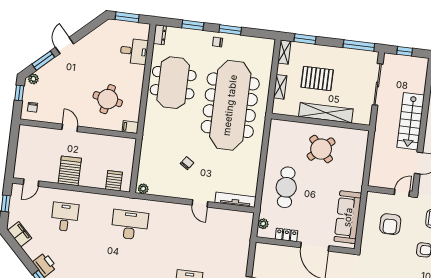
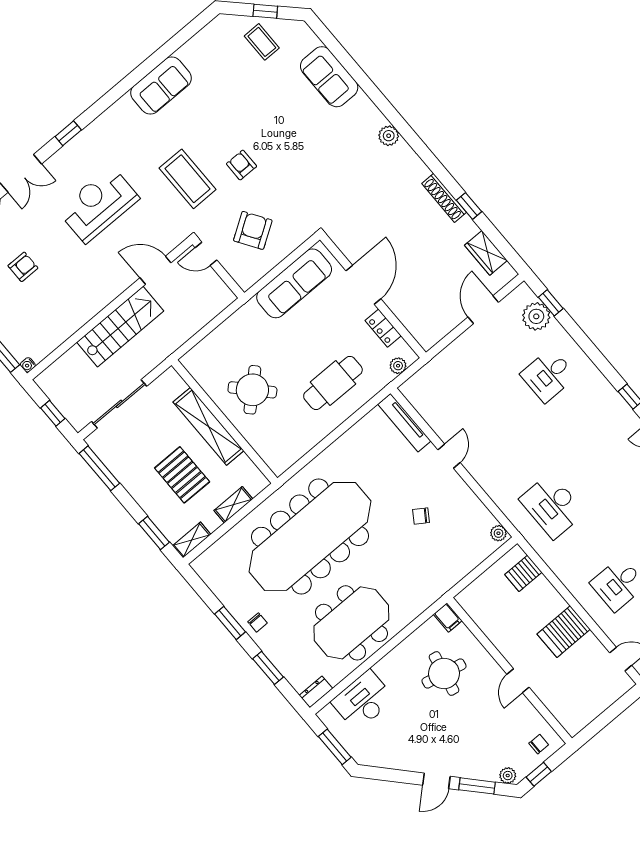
desk: (134, 51) -> (363, 700), width x1.37
armchair: (390, 224) -> (253, 230), turned -33

